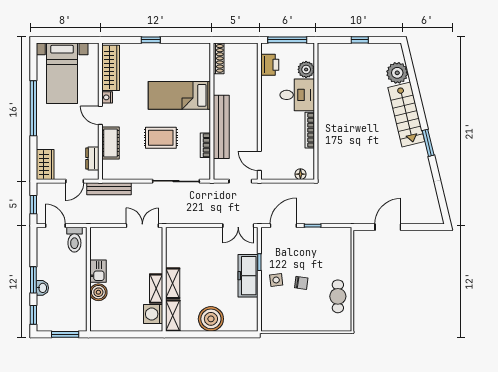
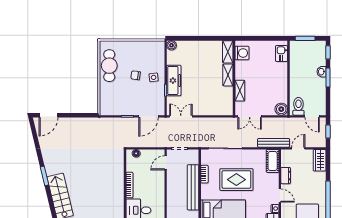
rug: (161, 138) -> (236, 180), width x1.36, depth x1.43
cot: (110, 143) -> (273, 161), moved
dresser: (92, 158) -> (286, 176), moved
door: (259, 161) -> (166, 163), swing flipped
door: (388, 227) -> (48, 115), moved
kitchen sink: (98, 271) -> (282, 54), moved
shelving: (156, 289) -> (240, 91), moved
boiler: (98, 292) -> (281, 109), moved
cafe table: (338, 296) -> (109, 66), width x1.37, depth x1.35
boiler: (211, 319) -> (171, 45), moved, width x0.54, depth x0.54

